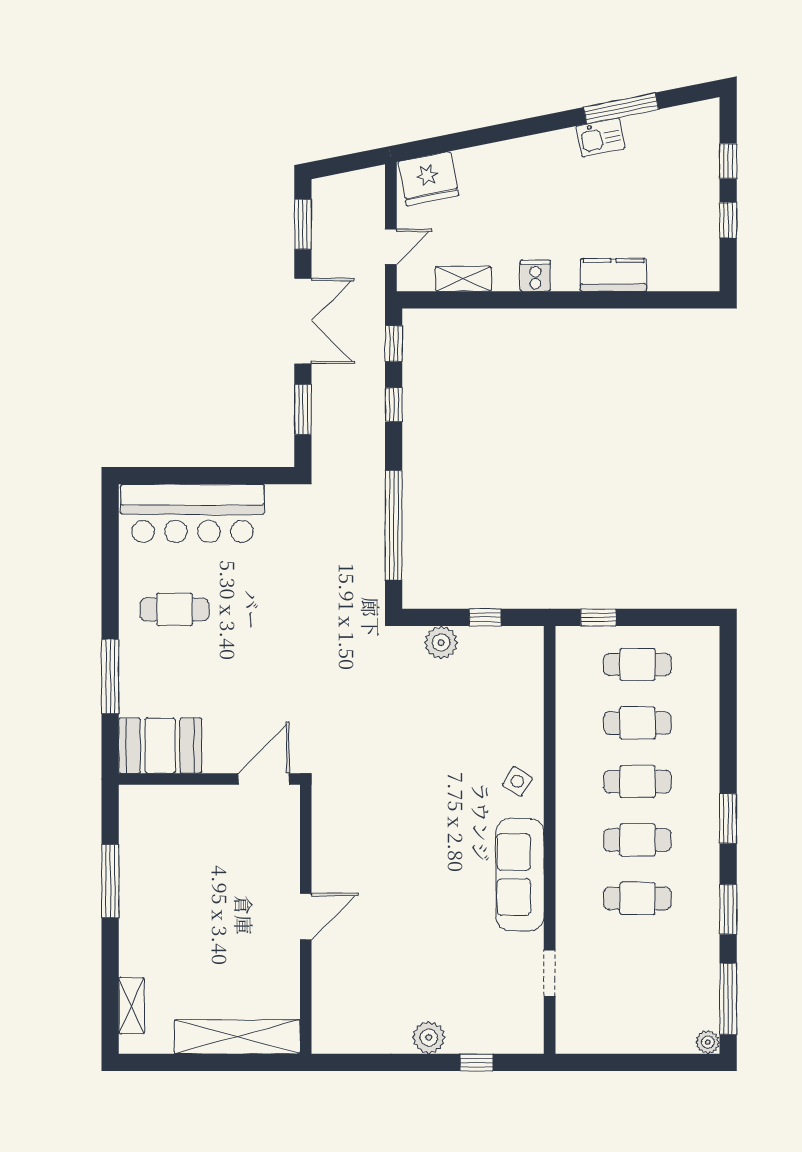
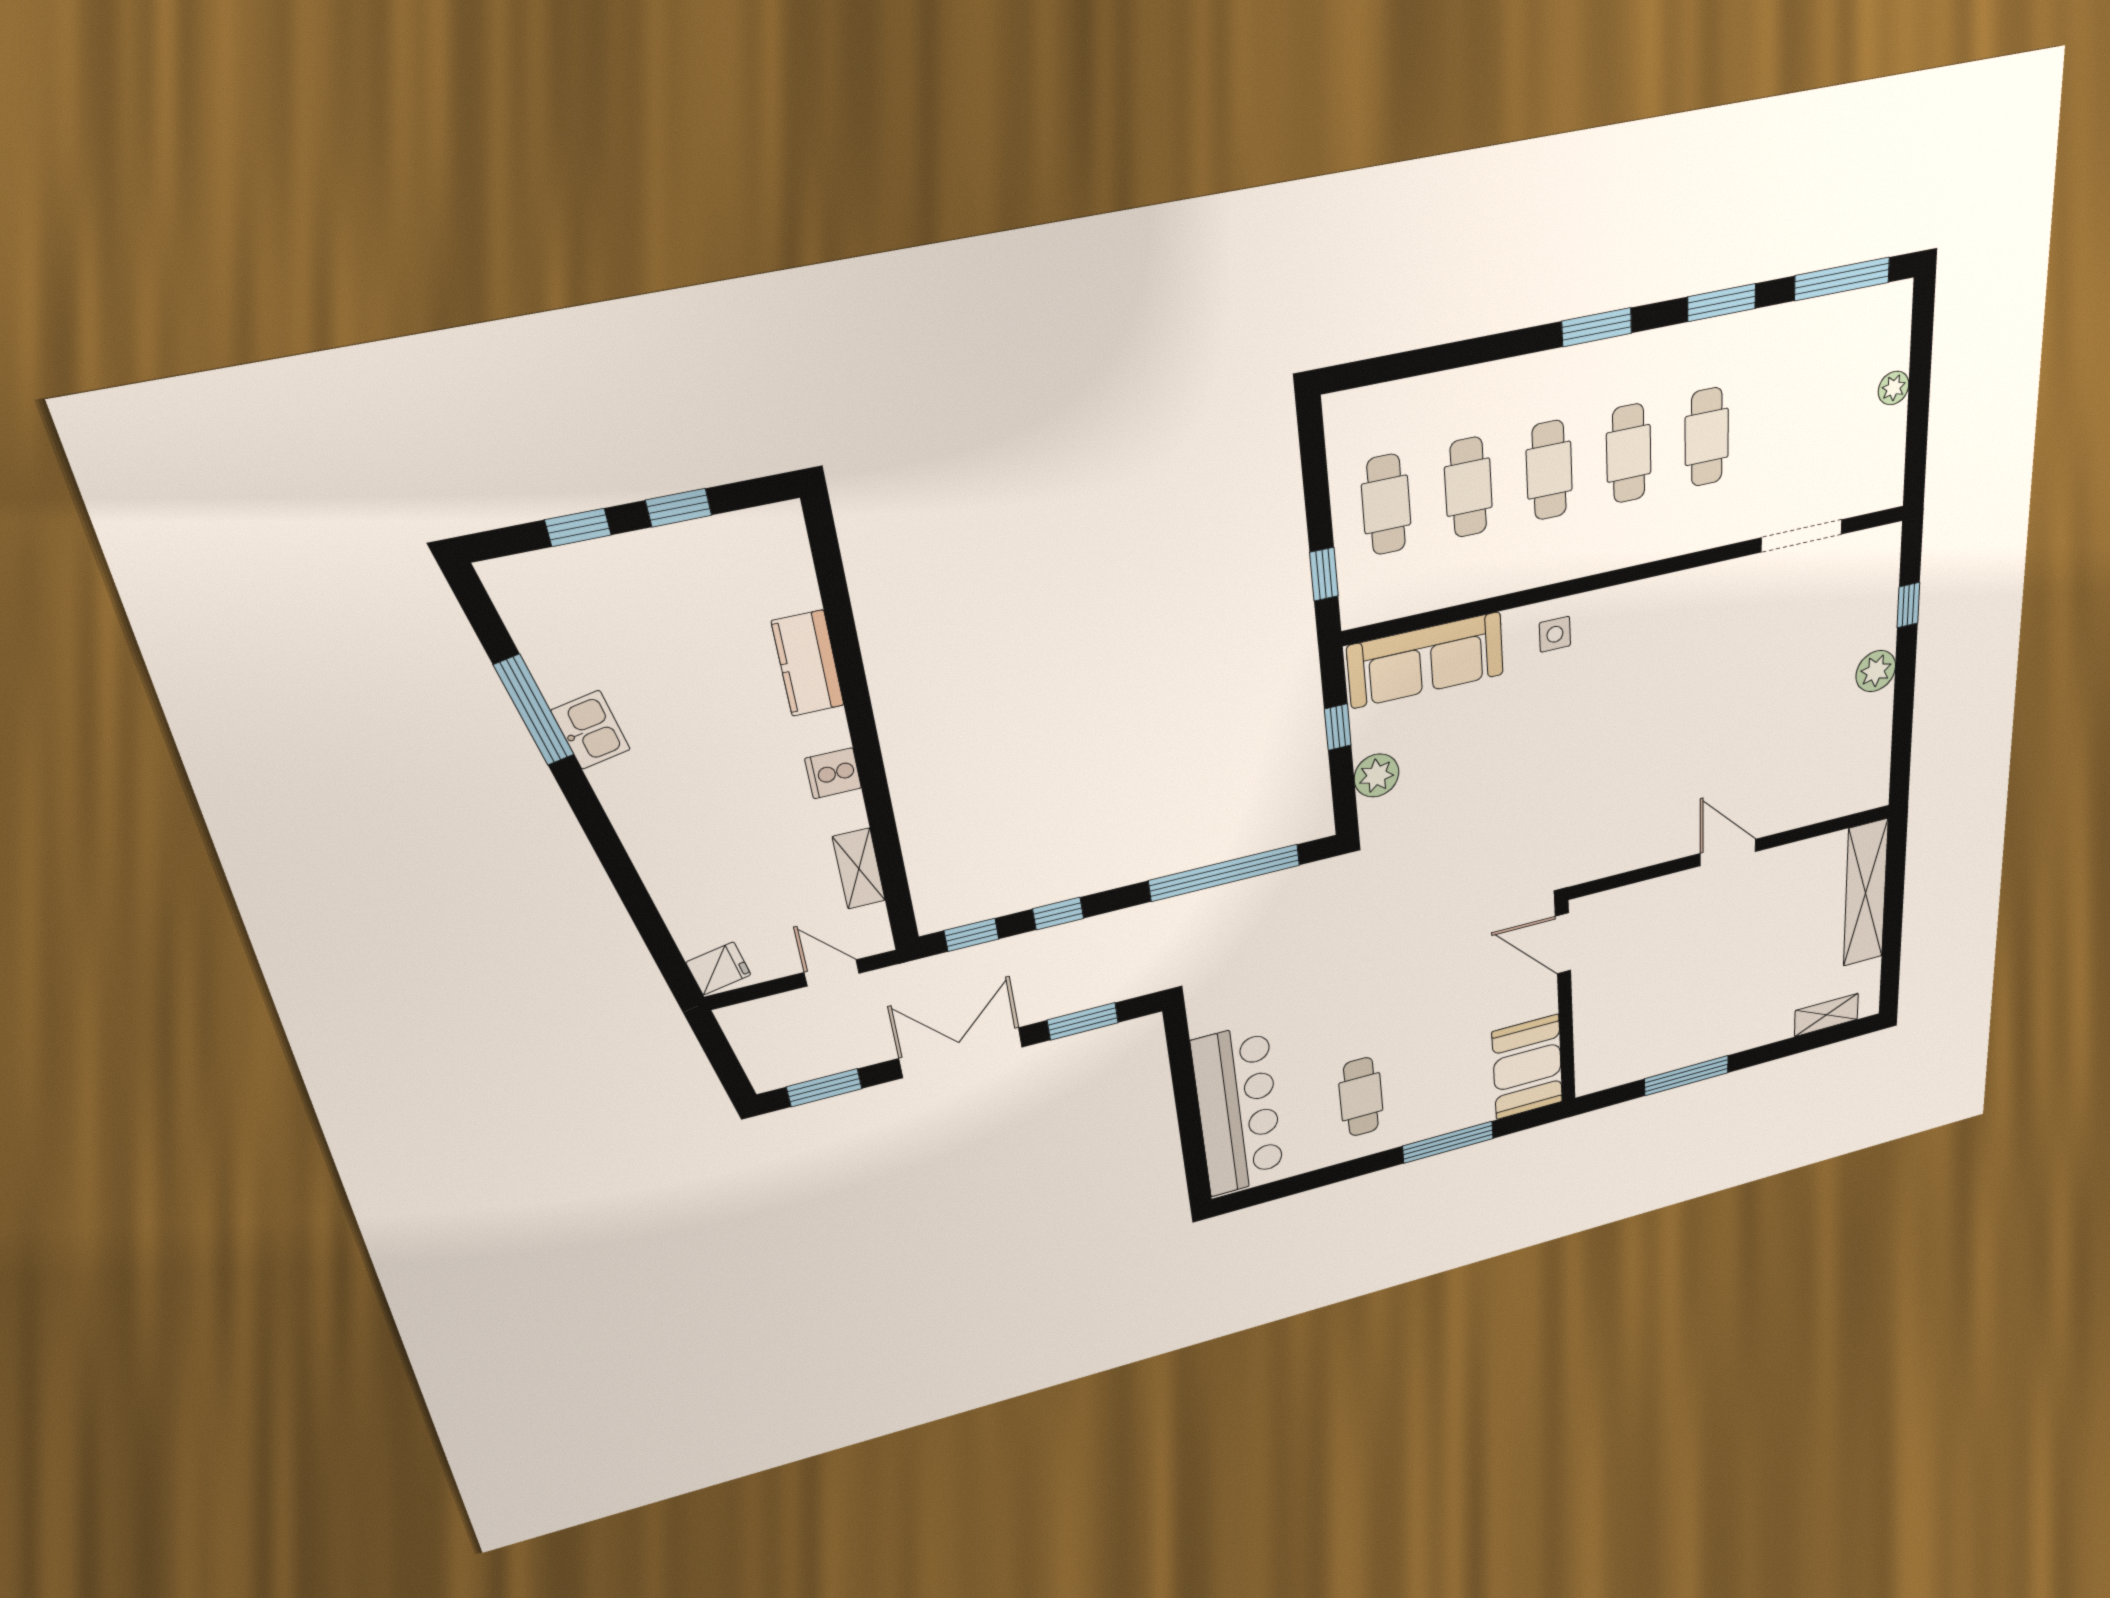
fridge: (428, 179) -> (718, 969), width x0.53, depth x0.75
side table: (517, 781) -> (1555, 634), turned -32
sofa: (520, 875) -> (1426, 660), moved
doorway: (550, 973) -> (1802, 536), width x1.38
plant: (708, 1042) -> (1894, 388), moved

